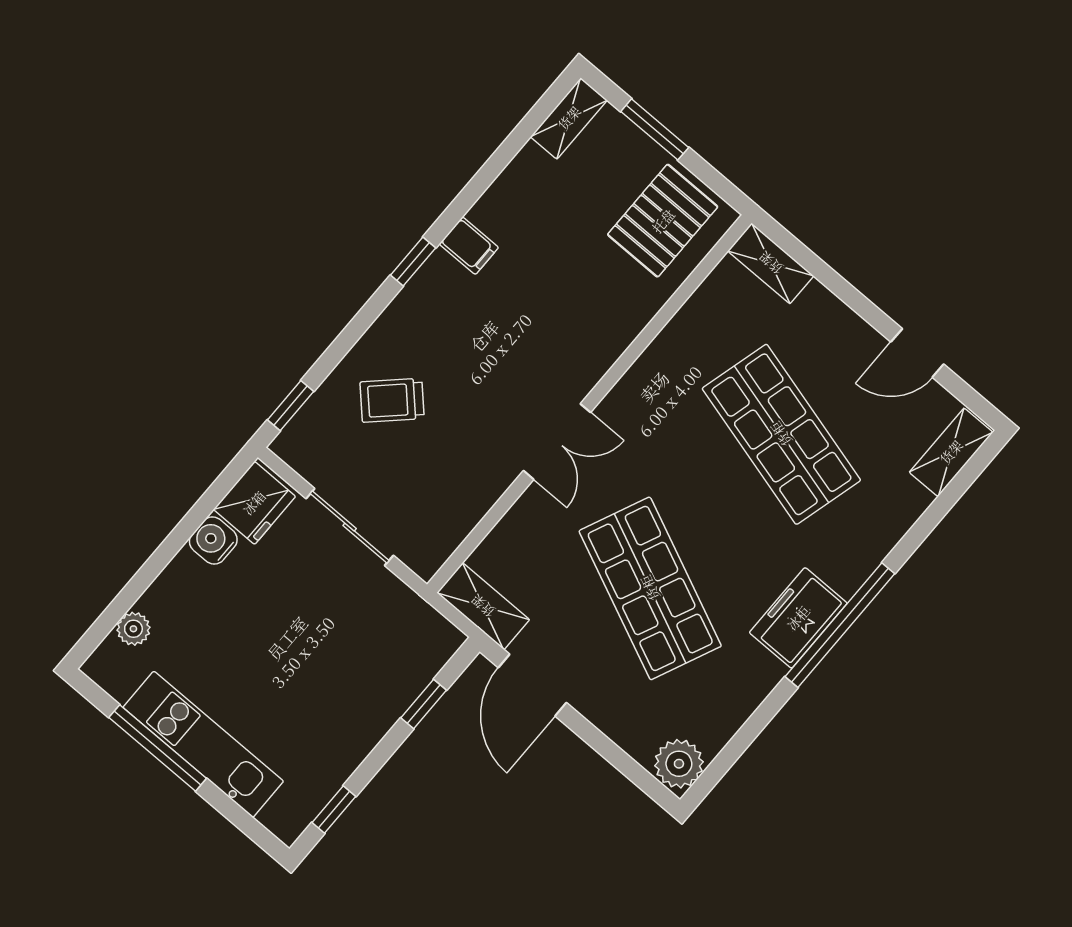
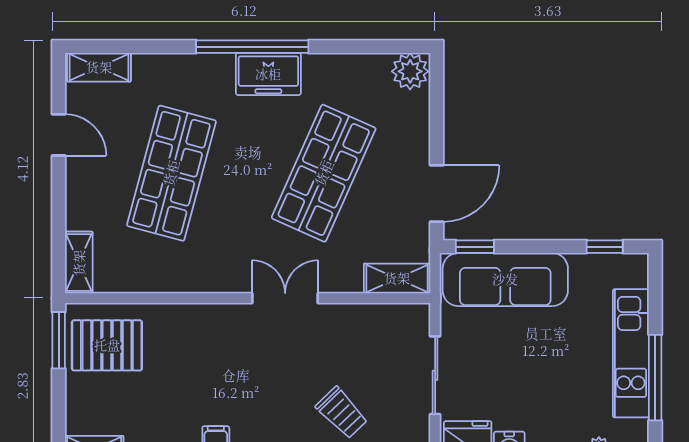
window: (655, 129) -> (59, 340), moved
shelving: (483, 606) -> (397, 278), moved, turned 90
sofa: (386, 681) -> (505, 279), added
window: (424, 704) -> (475, 247), moved

